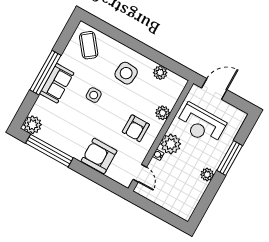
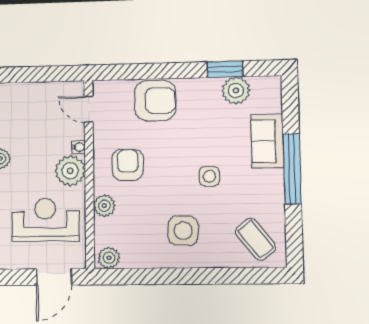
plant: (160, 73) -> (109, 258), moved
sofa: (57, 83) -> (268, 141), moved
plant: (32, 125) -> (236, 90), moved
window: (49, 151) -> (225, 69), width x0.47

